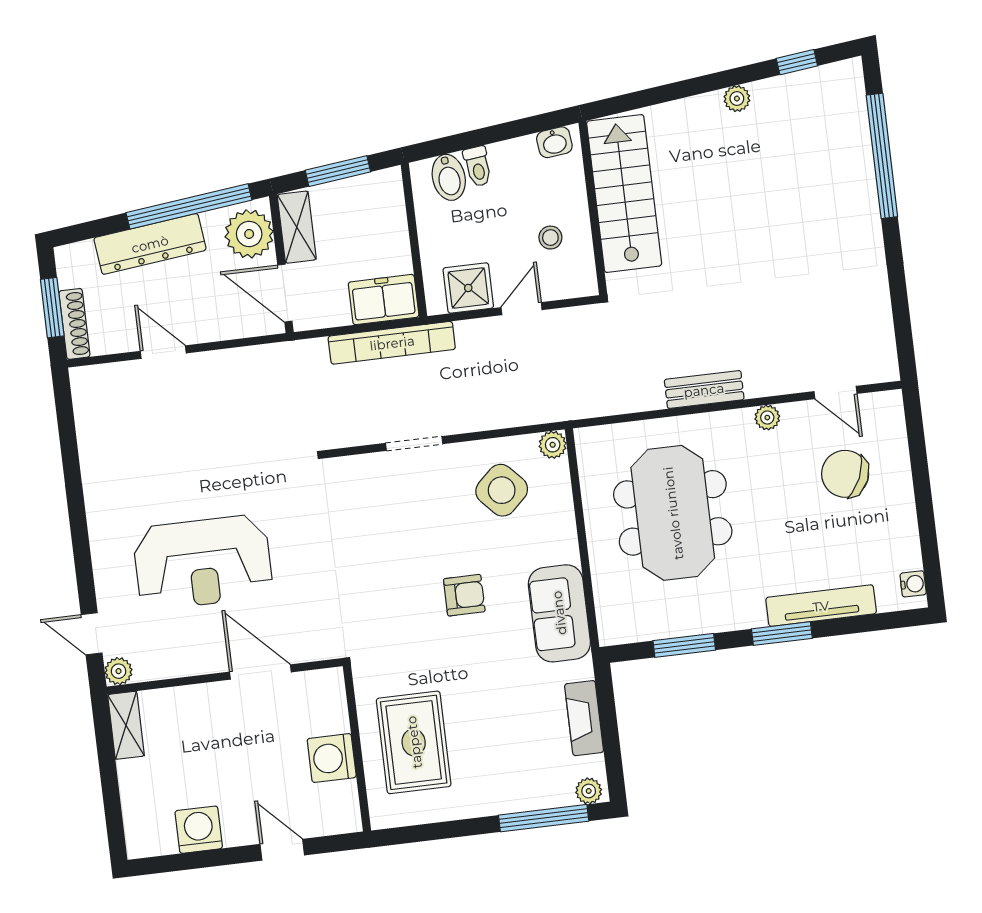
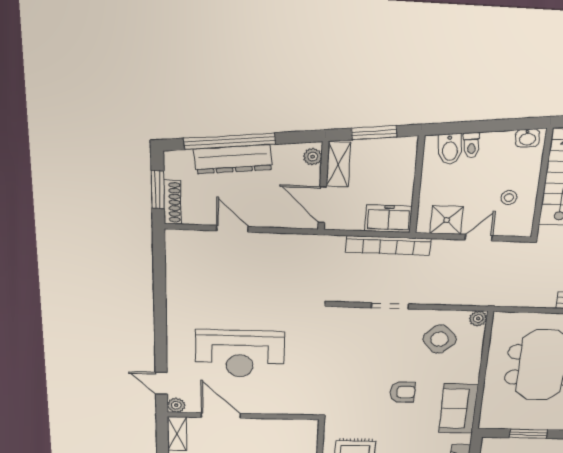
window: (189, 206) -> (230, 141), moved
plant: (249, 234) -> (313, 157), width x0.53, depth x0.53
door: (260, 672) -> (221, 415), moved

